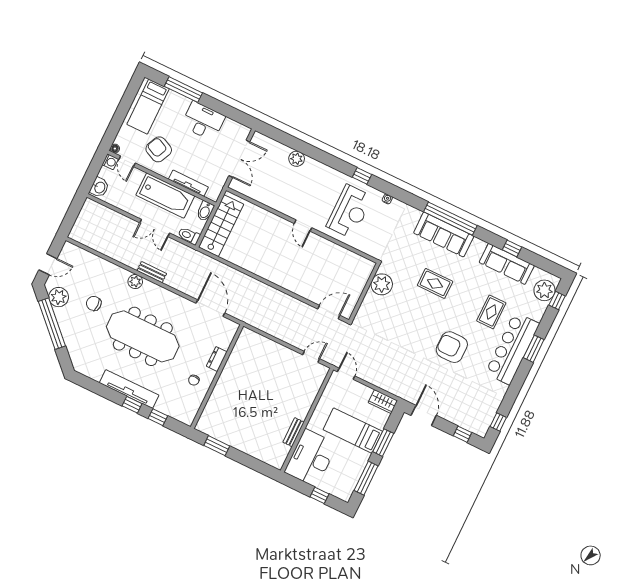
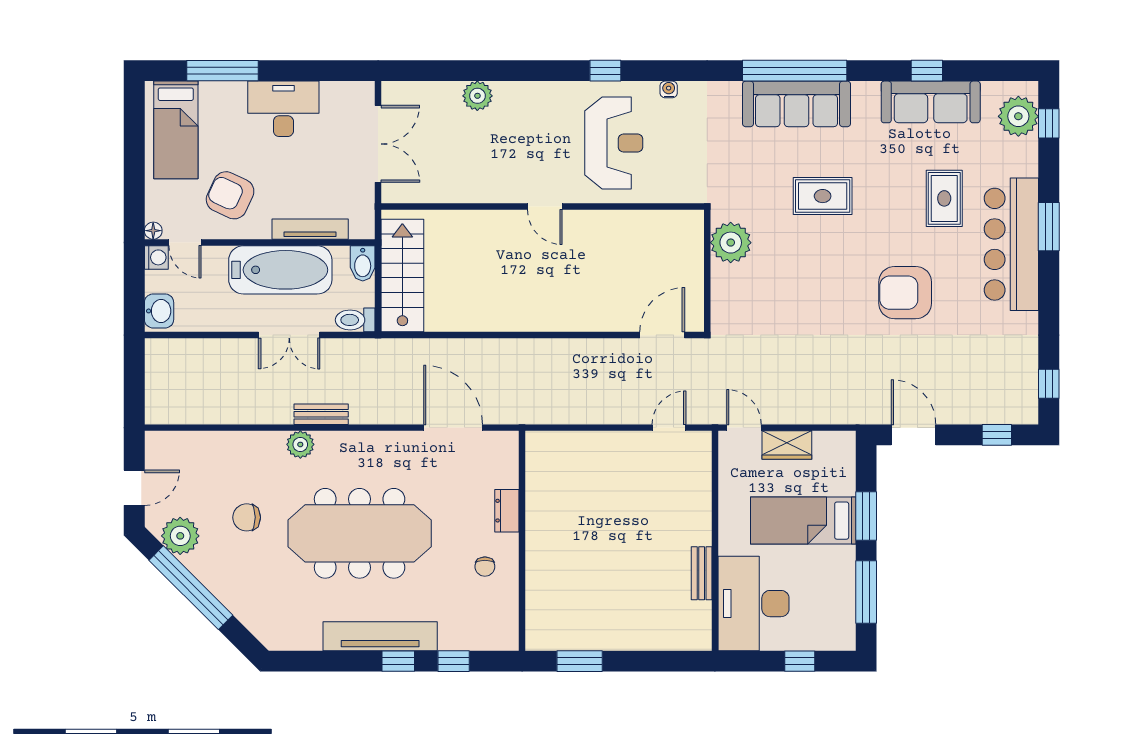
wardrobe: (383, 402) -> (787, 445), moved

